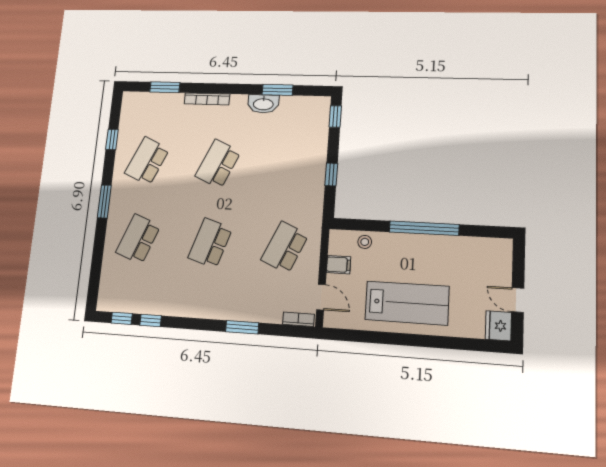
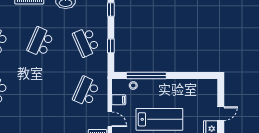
window: (424, 228) -> (146, 76), moved
school desk: (210, 243) -> (86, 42), moved, turned -42
door: (518, 300) -> (221, 114), swing flipped

